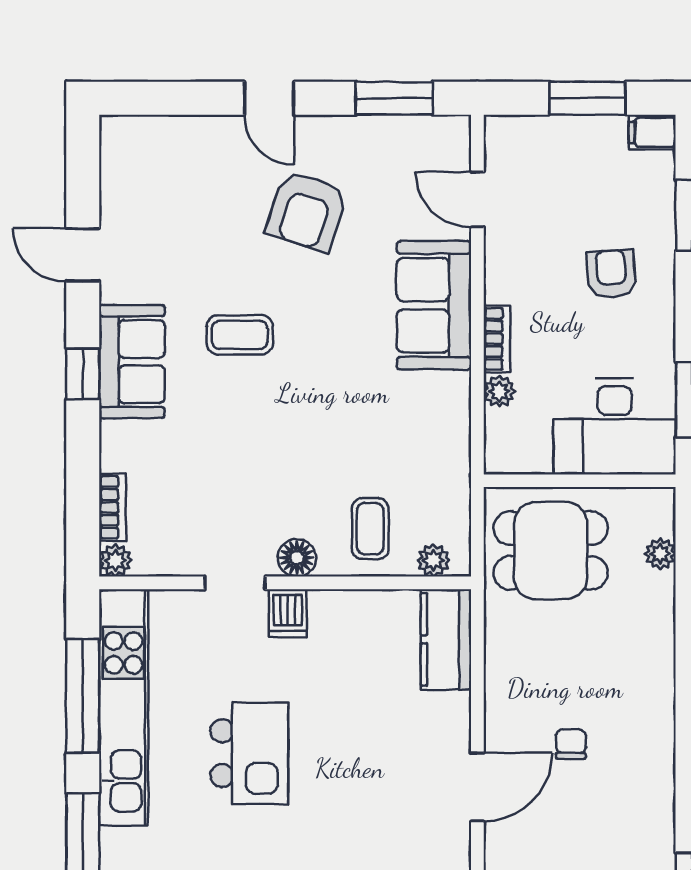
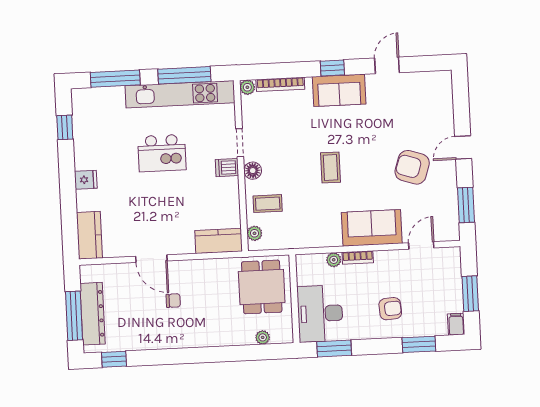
coffee table: (240, 335) -> (331, 167), moved
bookcase: (113, 507) -> (280, 84), width x1.56

